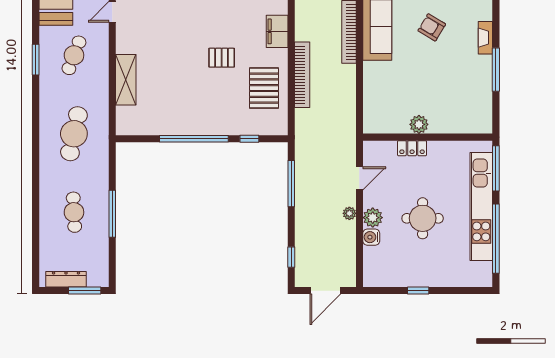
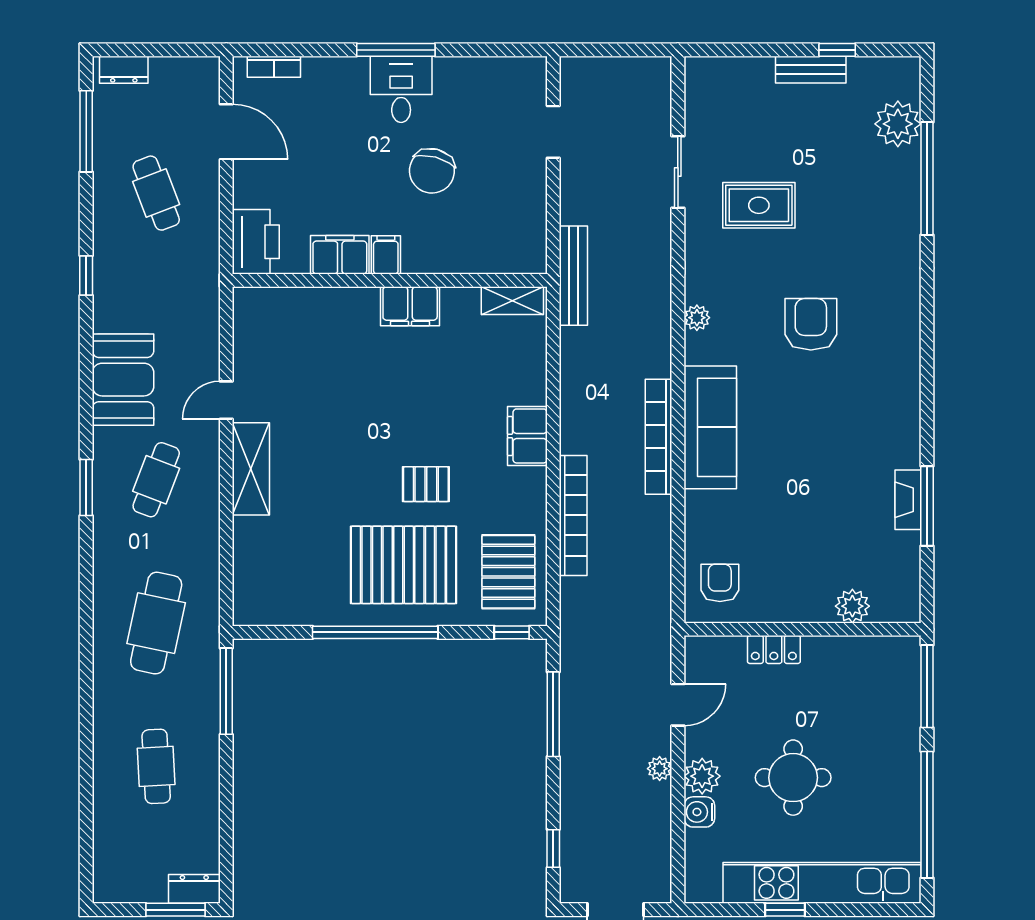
armchair: (432, 27) -> (720, 583), moved, turned 59
fireplace: (485, 38) -> (908, 500), moved
shelving: (126, 80) -> (251, 469), moved
pallet: (264, 88) -> (508, 572), moved
pallet: (209, 102) -> (404, 565), added
plant: (419, 124) -> (852, 606), moved
window: (249, 139) -> (512, 632), moved
kitchen unit: (481, 207) -> (822, 883), moved, turned 90
window: (112, 214) -> (226, 691), moved
dresser: (66, 279) -> (194, 889), moved, width x0.70

